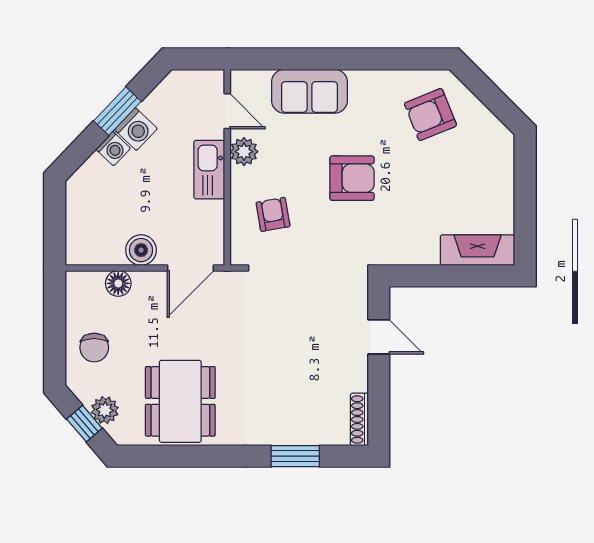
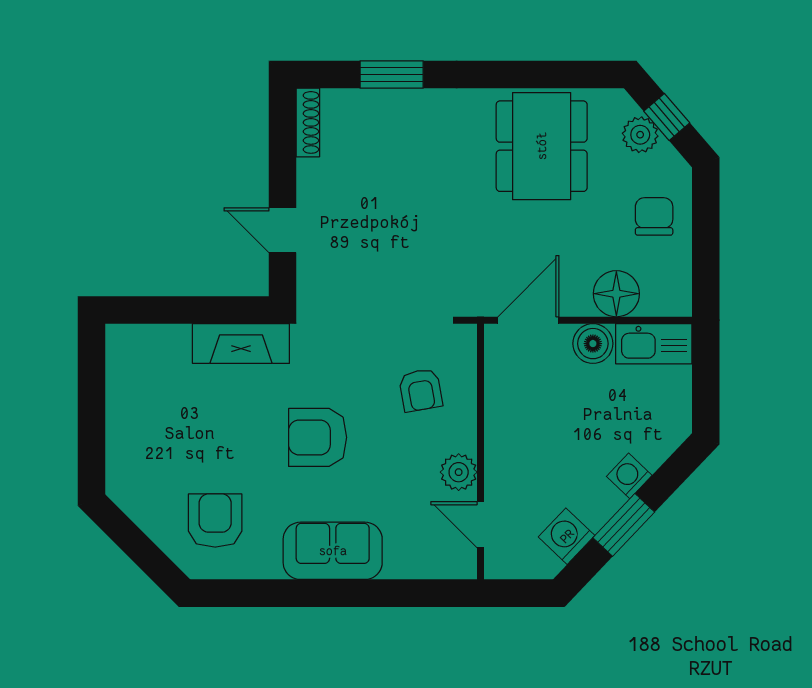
sofa: (309, 91) -> (333, 551), moved
armchair: (430, 115) -> (215, 520), turned -68
washing machine: (136, 129) -> (567, 536), moved
kitchen sink: (209, 170) -> (654, 344), moved, turned 90
fireplace: (478, 250) -> (241, 344), moved
floor lamp: (118, 283) -> (616, 294), width x1.38, depth x1.38

